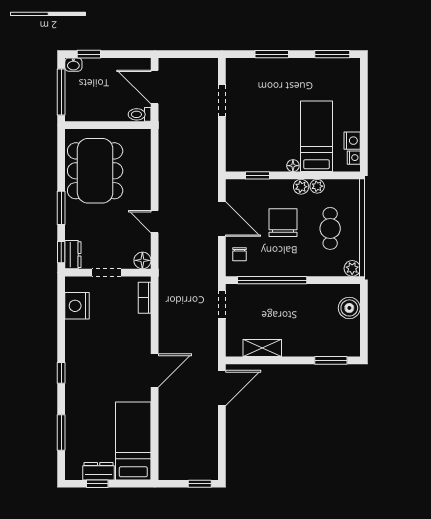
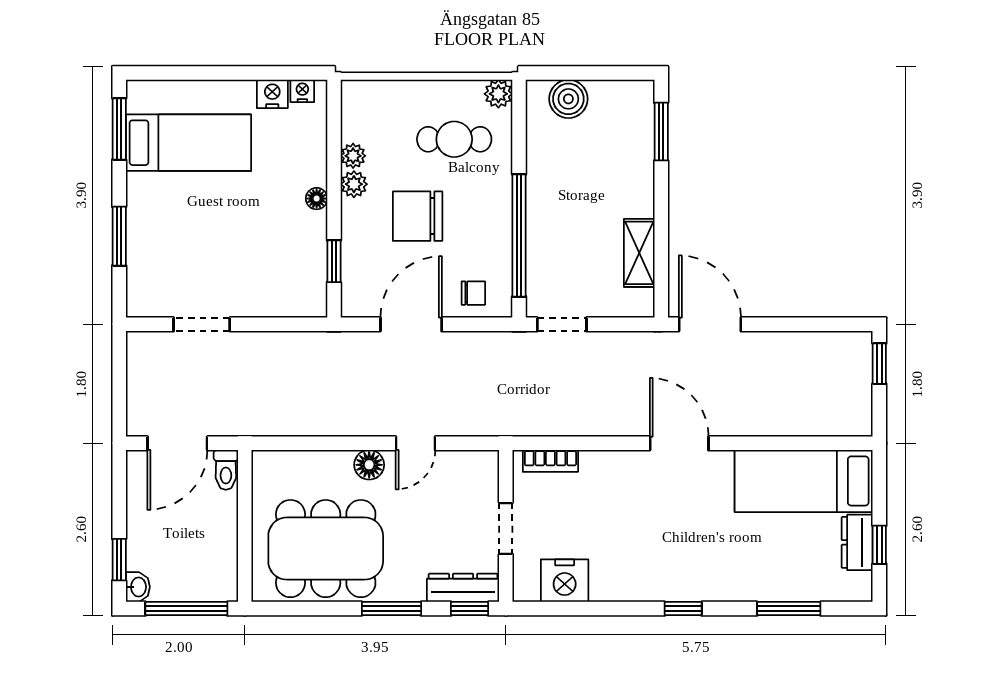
bed: (317, 136) -> (189, 143), moved, turned 180
cafe table: (330, 228) -> (454, 139), moved
dresser: (73, 255) -> (463, 588), width x1.44
floor lamp: (142, 260) -> (369, 465), moved

